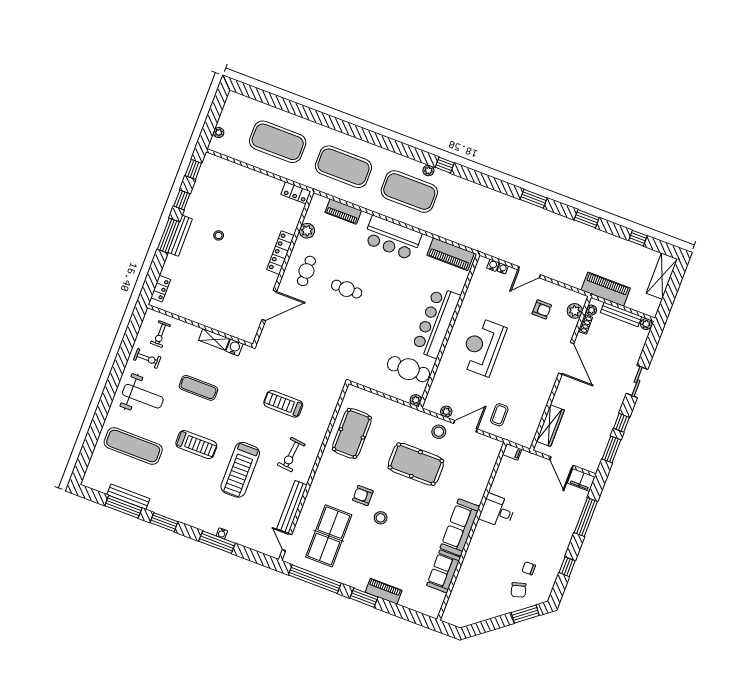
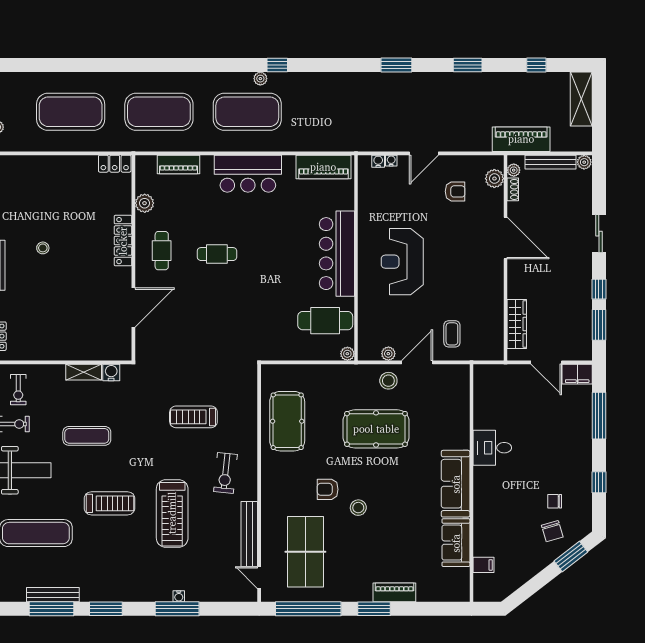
filing cabinet: (512, 452) -> (483, 565), moved

